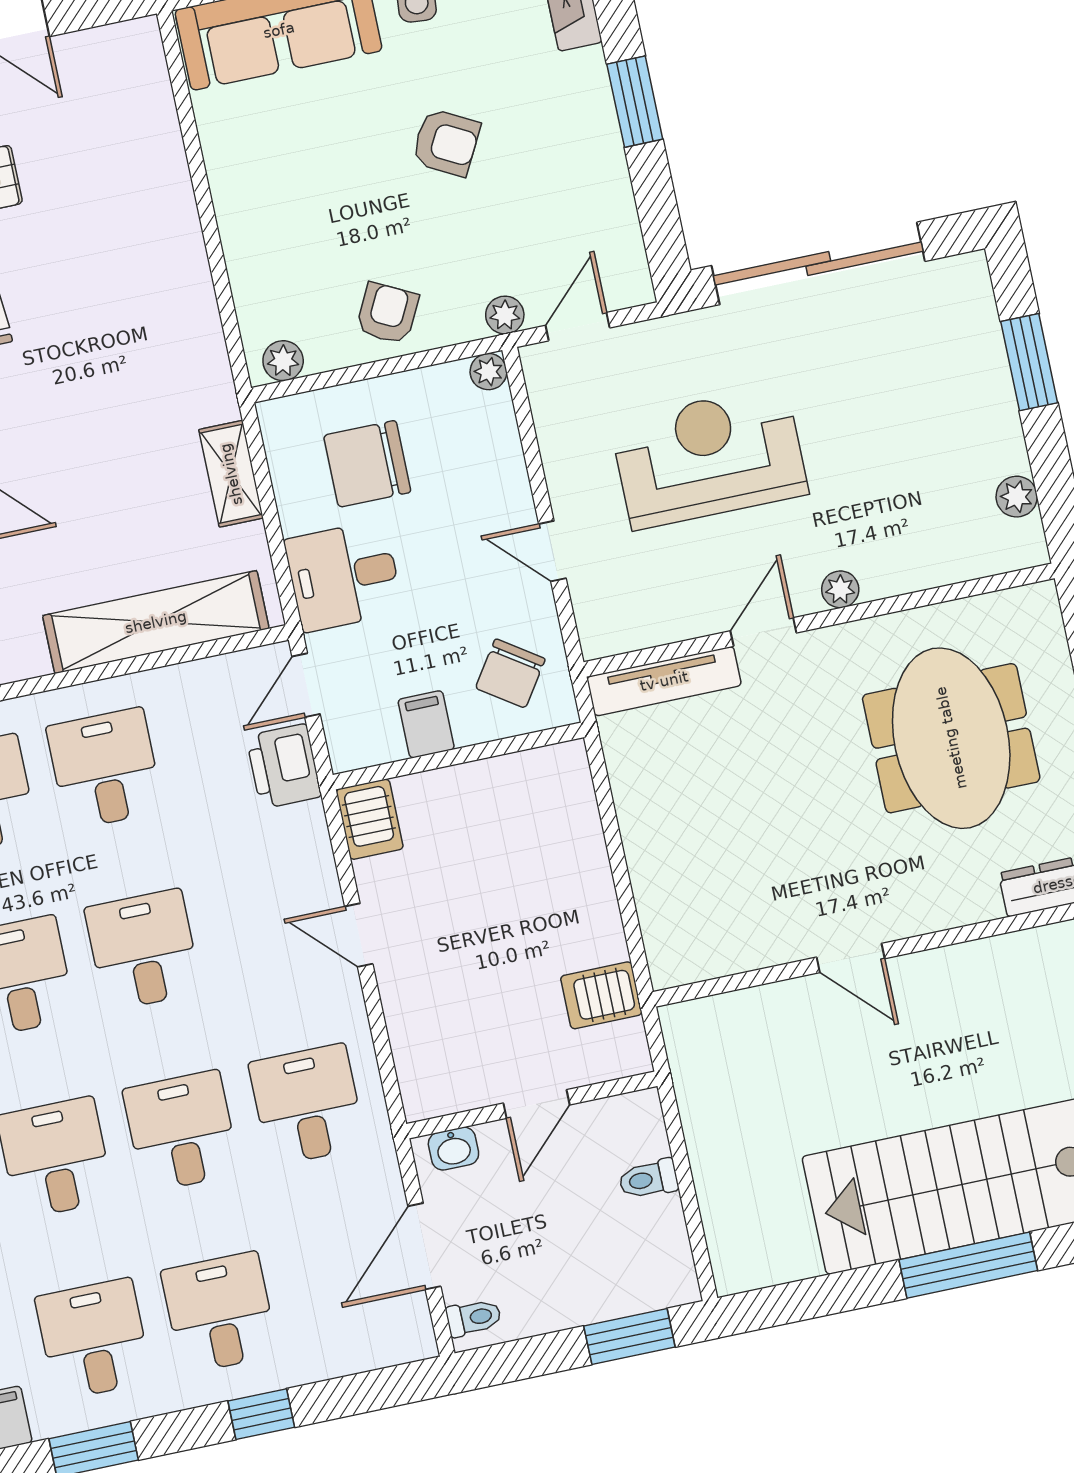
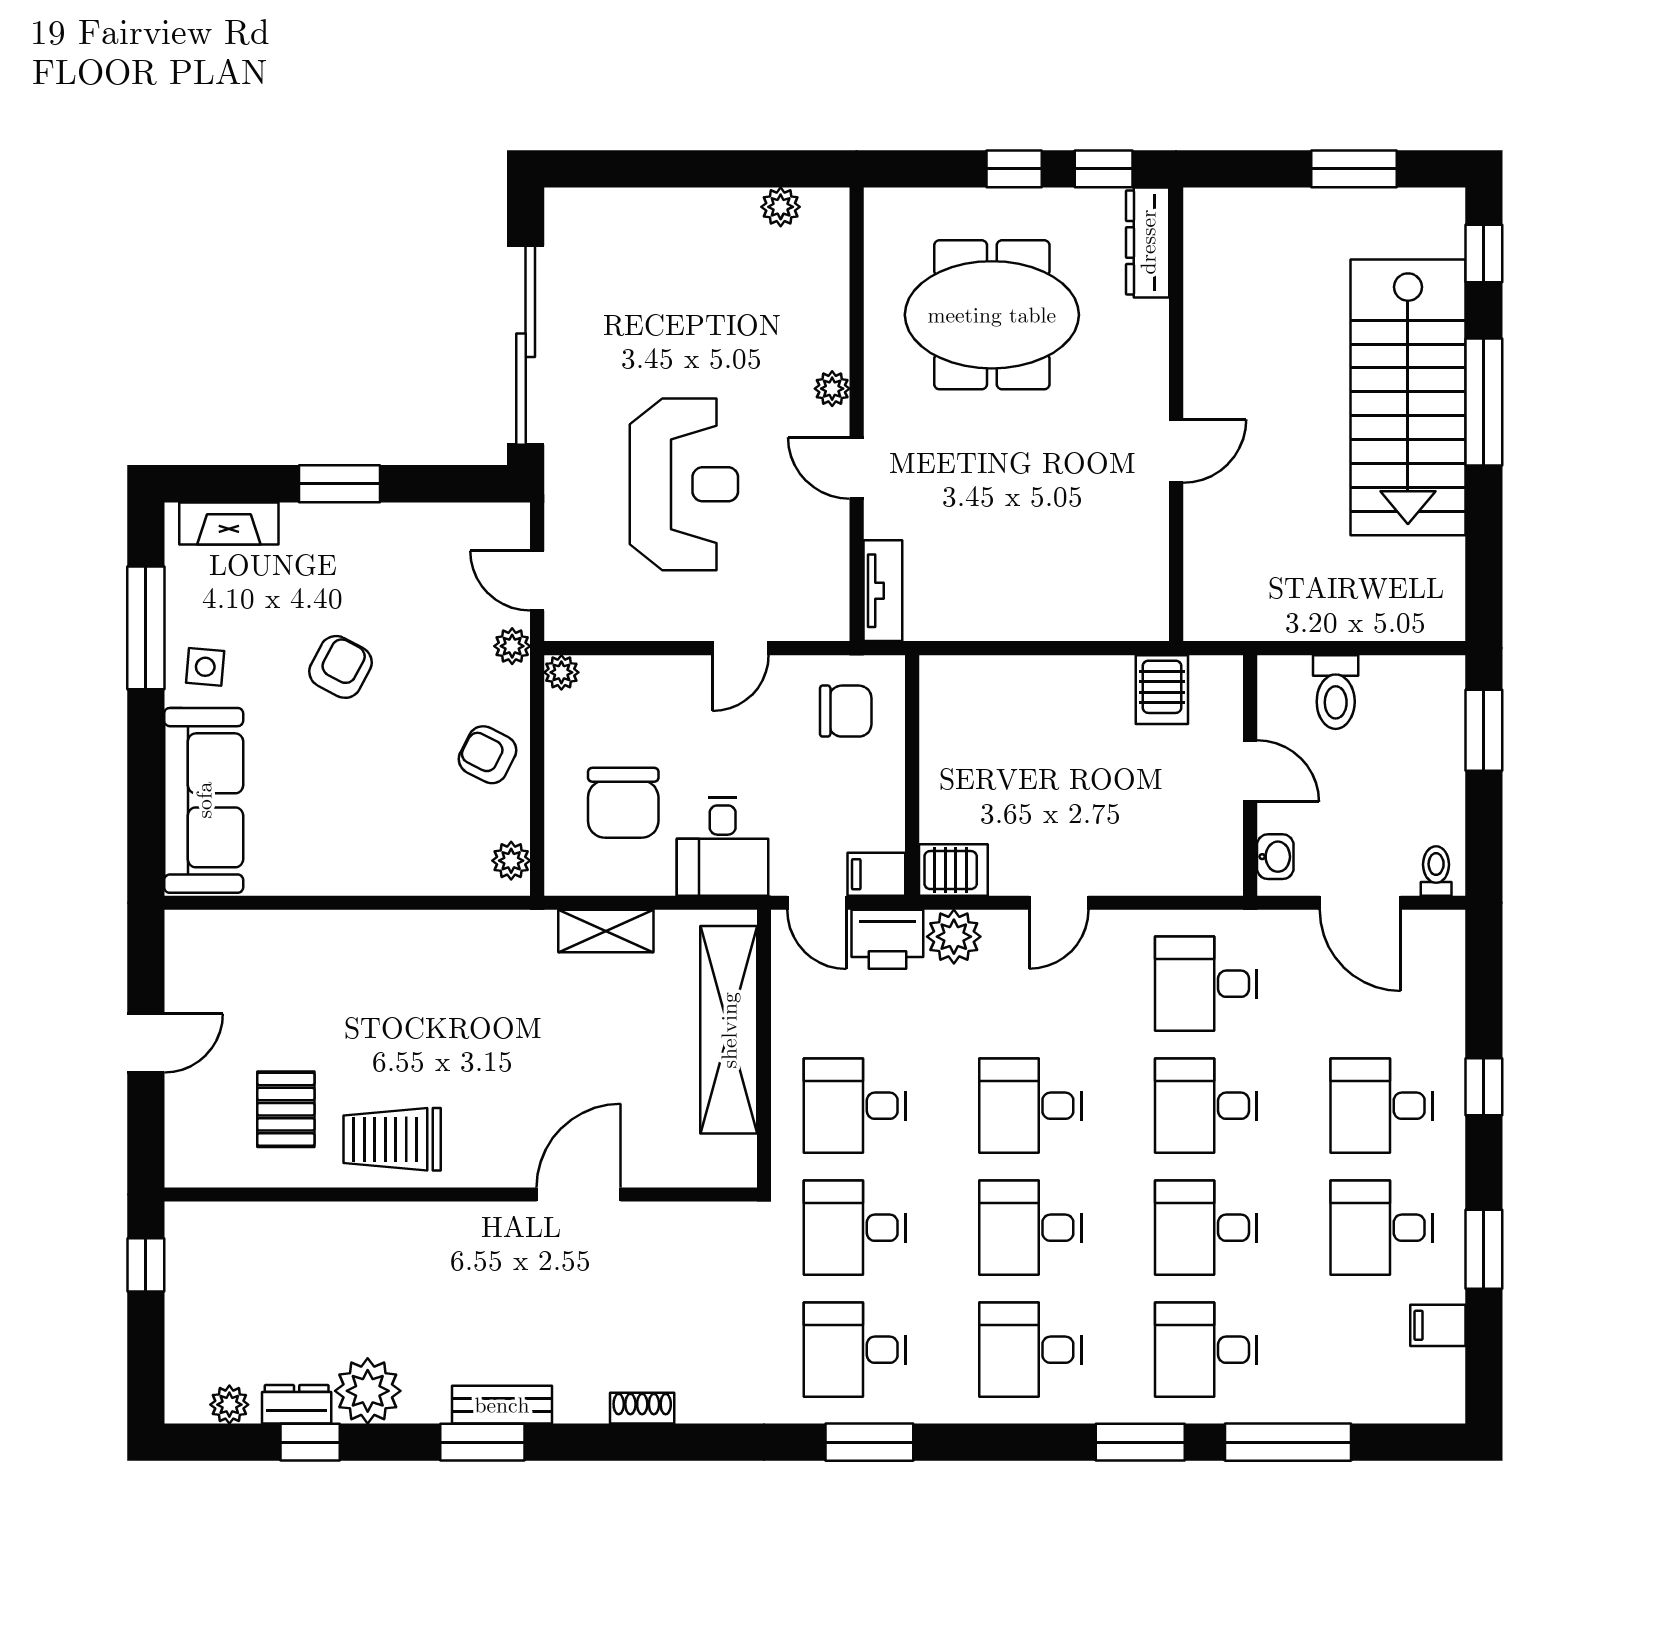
window: (1029, 362) -> (658, 169), removed
reception desk: (709, 457) -> (684, 484), turned 180
chair: (510, 674) -> (846, 711), turned -34
tv unit: (664, 681) -> (883, 591), width x0.71
filing cabinet: (426, 724) -> (876, 874), moved
plant: (301, 834) -> (954, 937), added
toilet: (648, 1179) -> (1336, 692), width x1.37, depth x1.39

